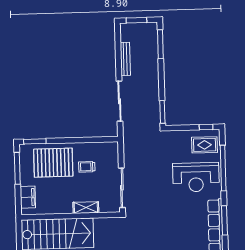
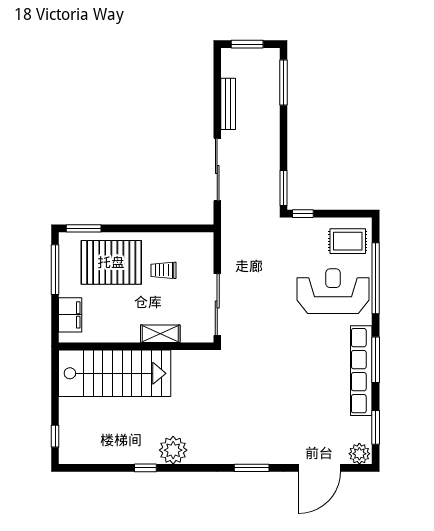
window: (206, 127) -> (303, 214), moved
reception desk: (196, 177) -> (333, 291), turned 180

